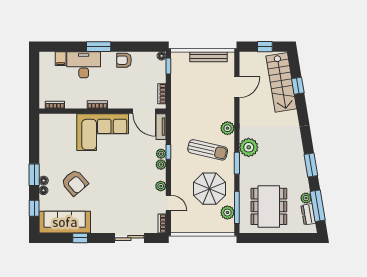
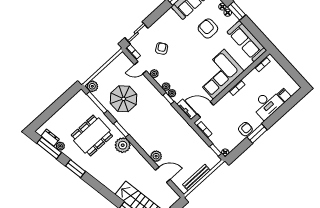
window: (99, 47) -> (257, 134), moved
door: (237, 87) -> (163, 175), swing flipped
plant: (227, 128) -> (156, 156), moved
sofa: (50, 139) -> (247, 41), added
sun lounger: (208, 150) -> (146, 121), removed
armchair: (75, 183) -> (208, 28), turned 41
armchair: (133, 203) -> (162, 49), added
dining table: (269, 206) -> (92, 136), moved, turned 90
plant: (227, 213) -> (92, 86), moved
sliding door: (129, 238) -> (136, 33), moved

